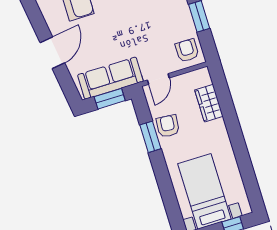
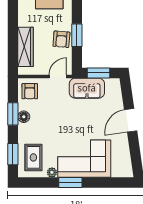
floor lamp: (185, 17) -> (24, 117), added
sofa: (110, 78) -> (87, 88), width x0.73
wardrobe: (209, 103) -> (26, 47), width x1.50

